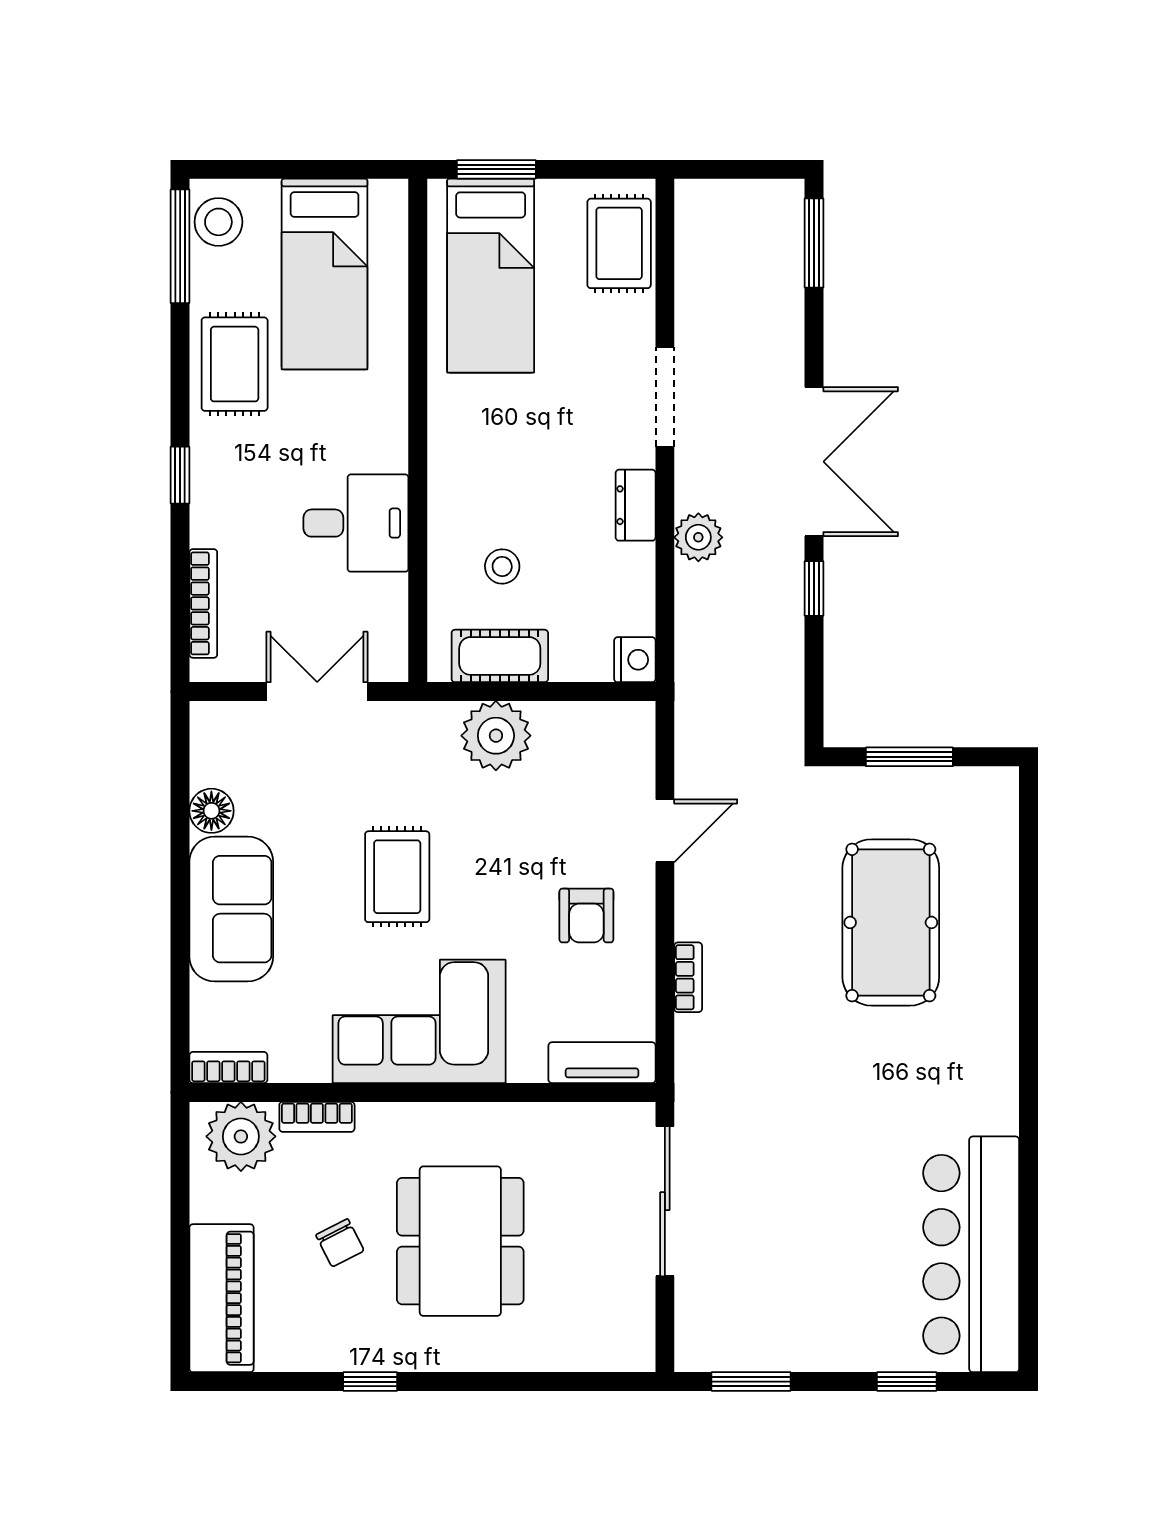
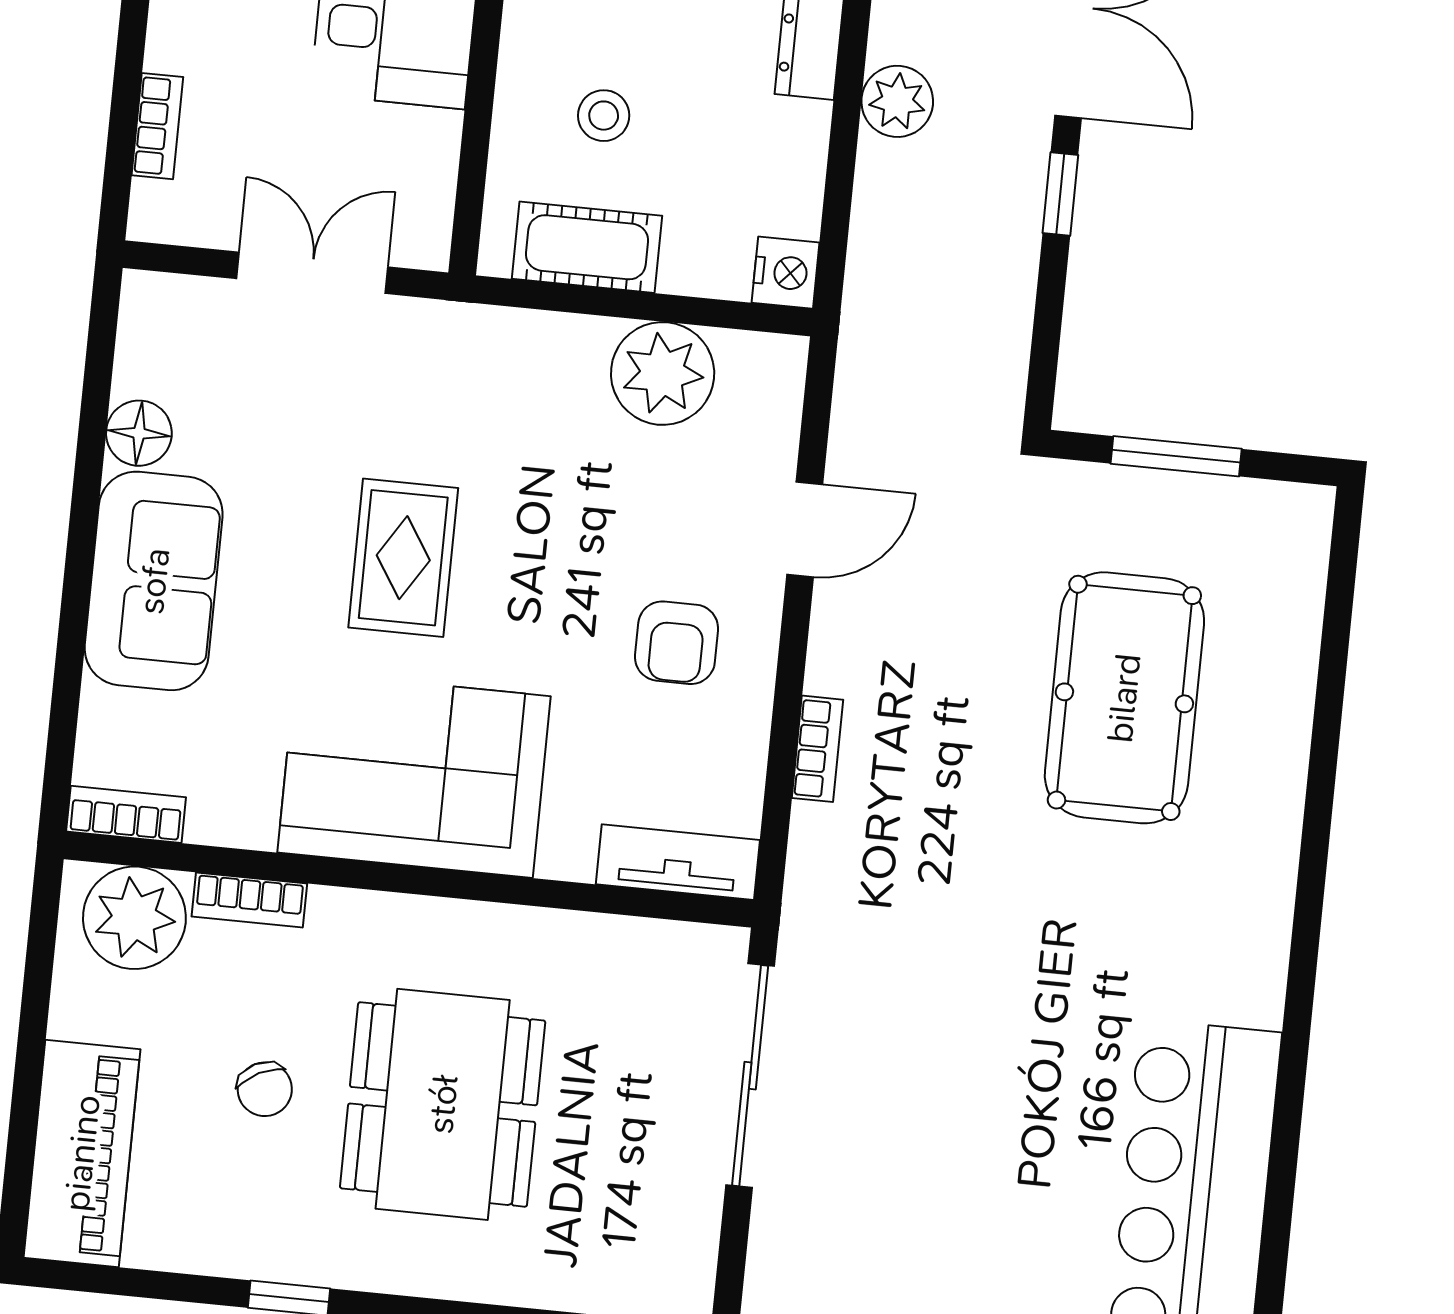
bookcase: (203, 603) -> (157, 126), width x0.64
plant: (496, 736) -> (663, 373), moved

